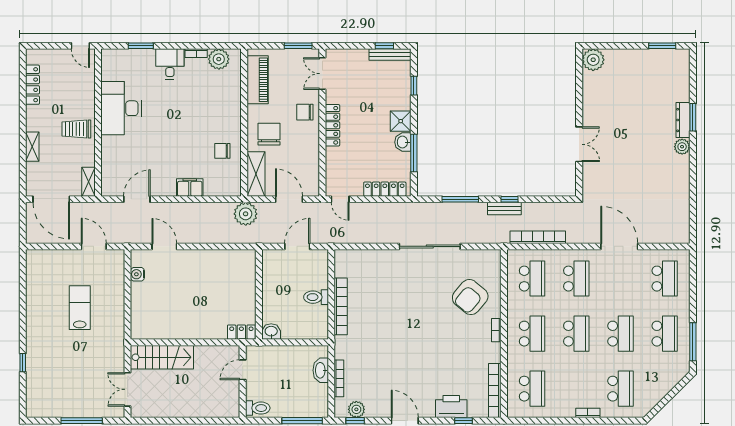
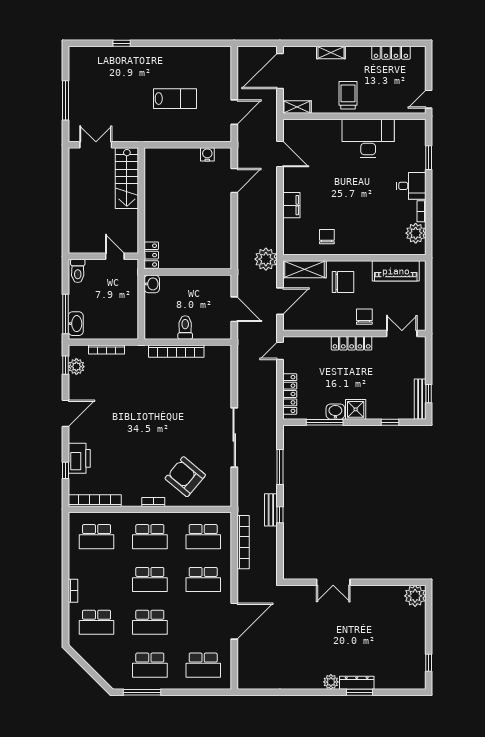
window: (298, 46) -> (429, 310), removed
window: (662, 46) -> (429, 663), width x0.67
washbasin: (321, 370) -> (76, 324), moved, turned 90

